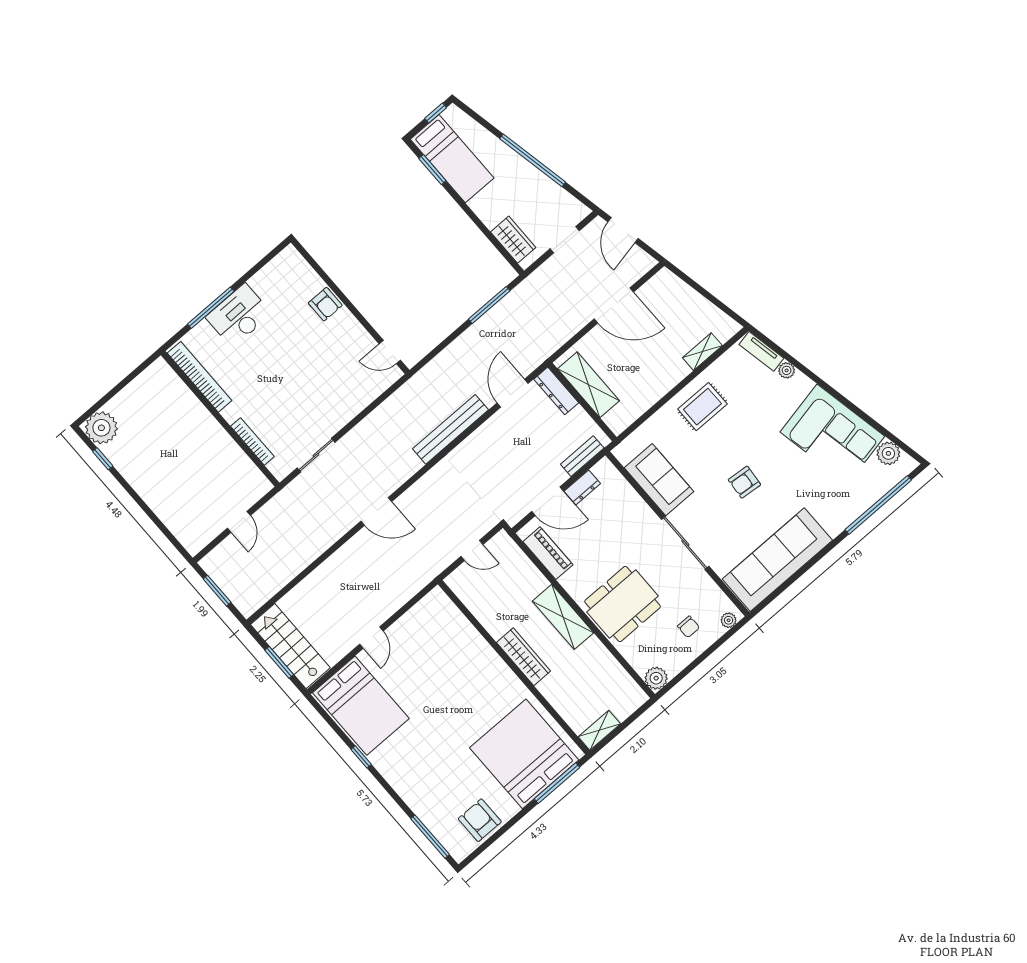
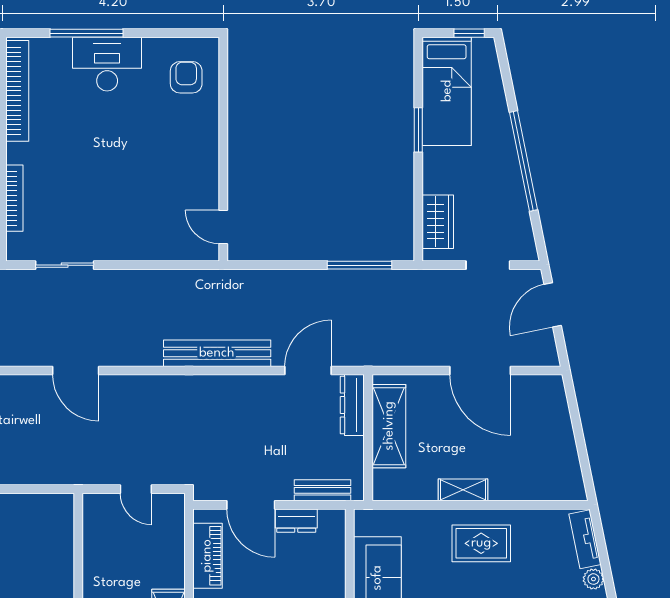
window: (432, 169) -> (418, 130), moved
armchair: (325, 304) -> (186, 77), moved, turned 180
shelving: (702, 352) -> (463, 490), moved

